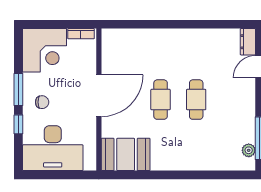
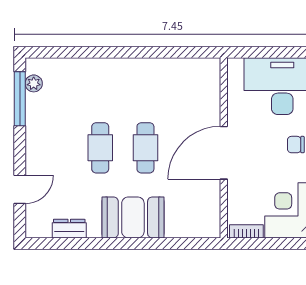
dresser: (248, 42) -> (69, 229), moved, turned -90
booth: (126, 154) -> (133, 217), moved

